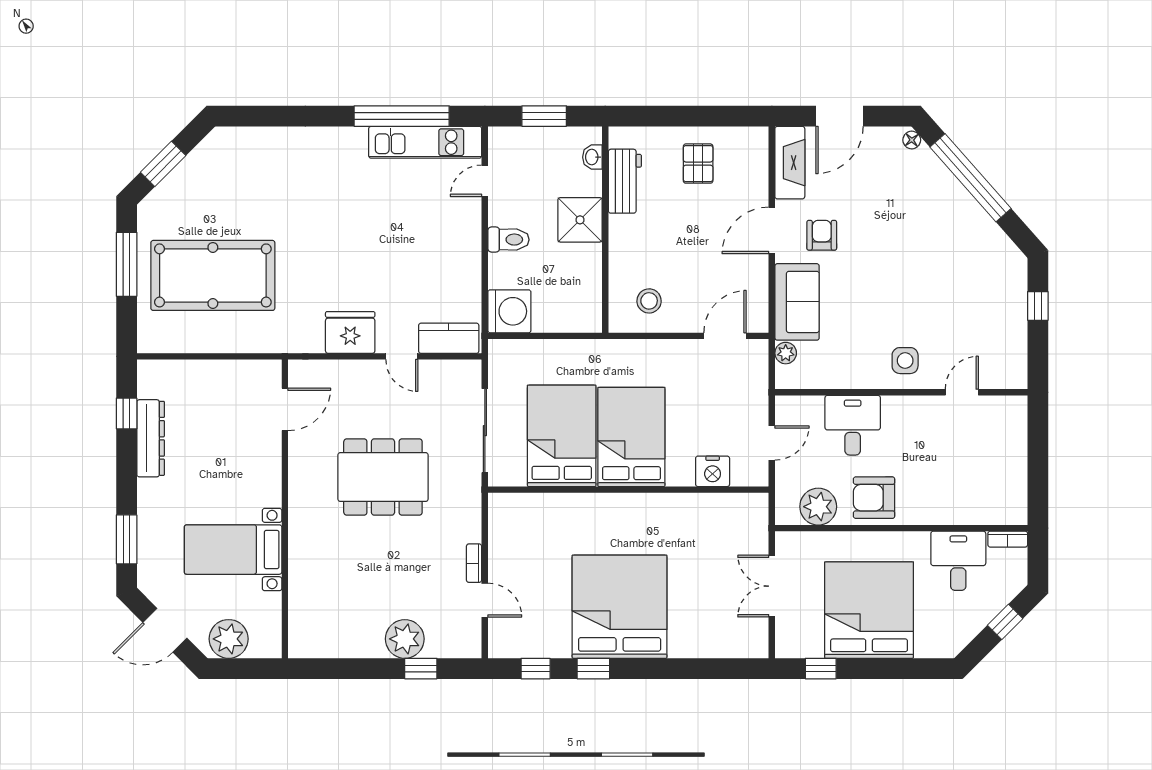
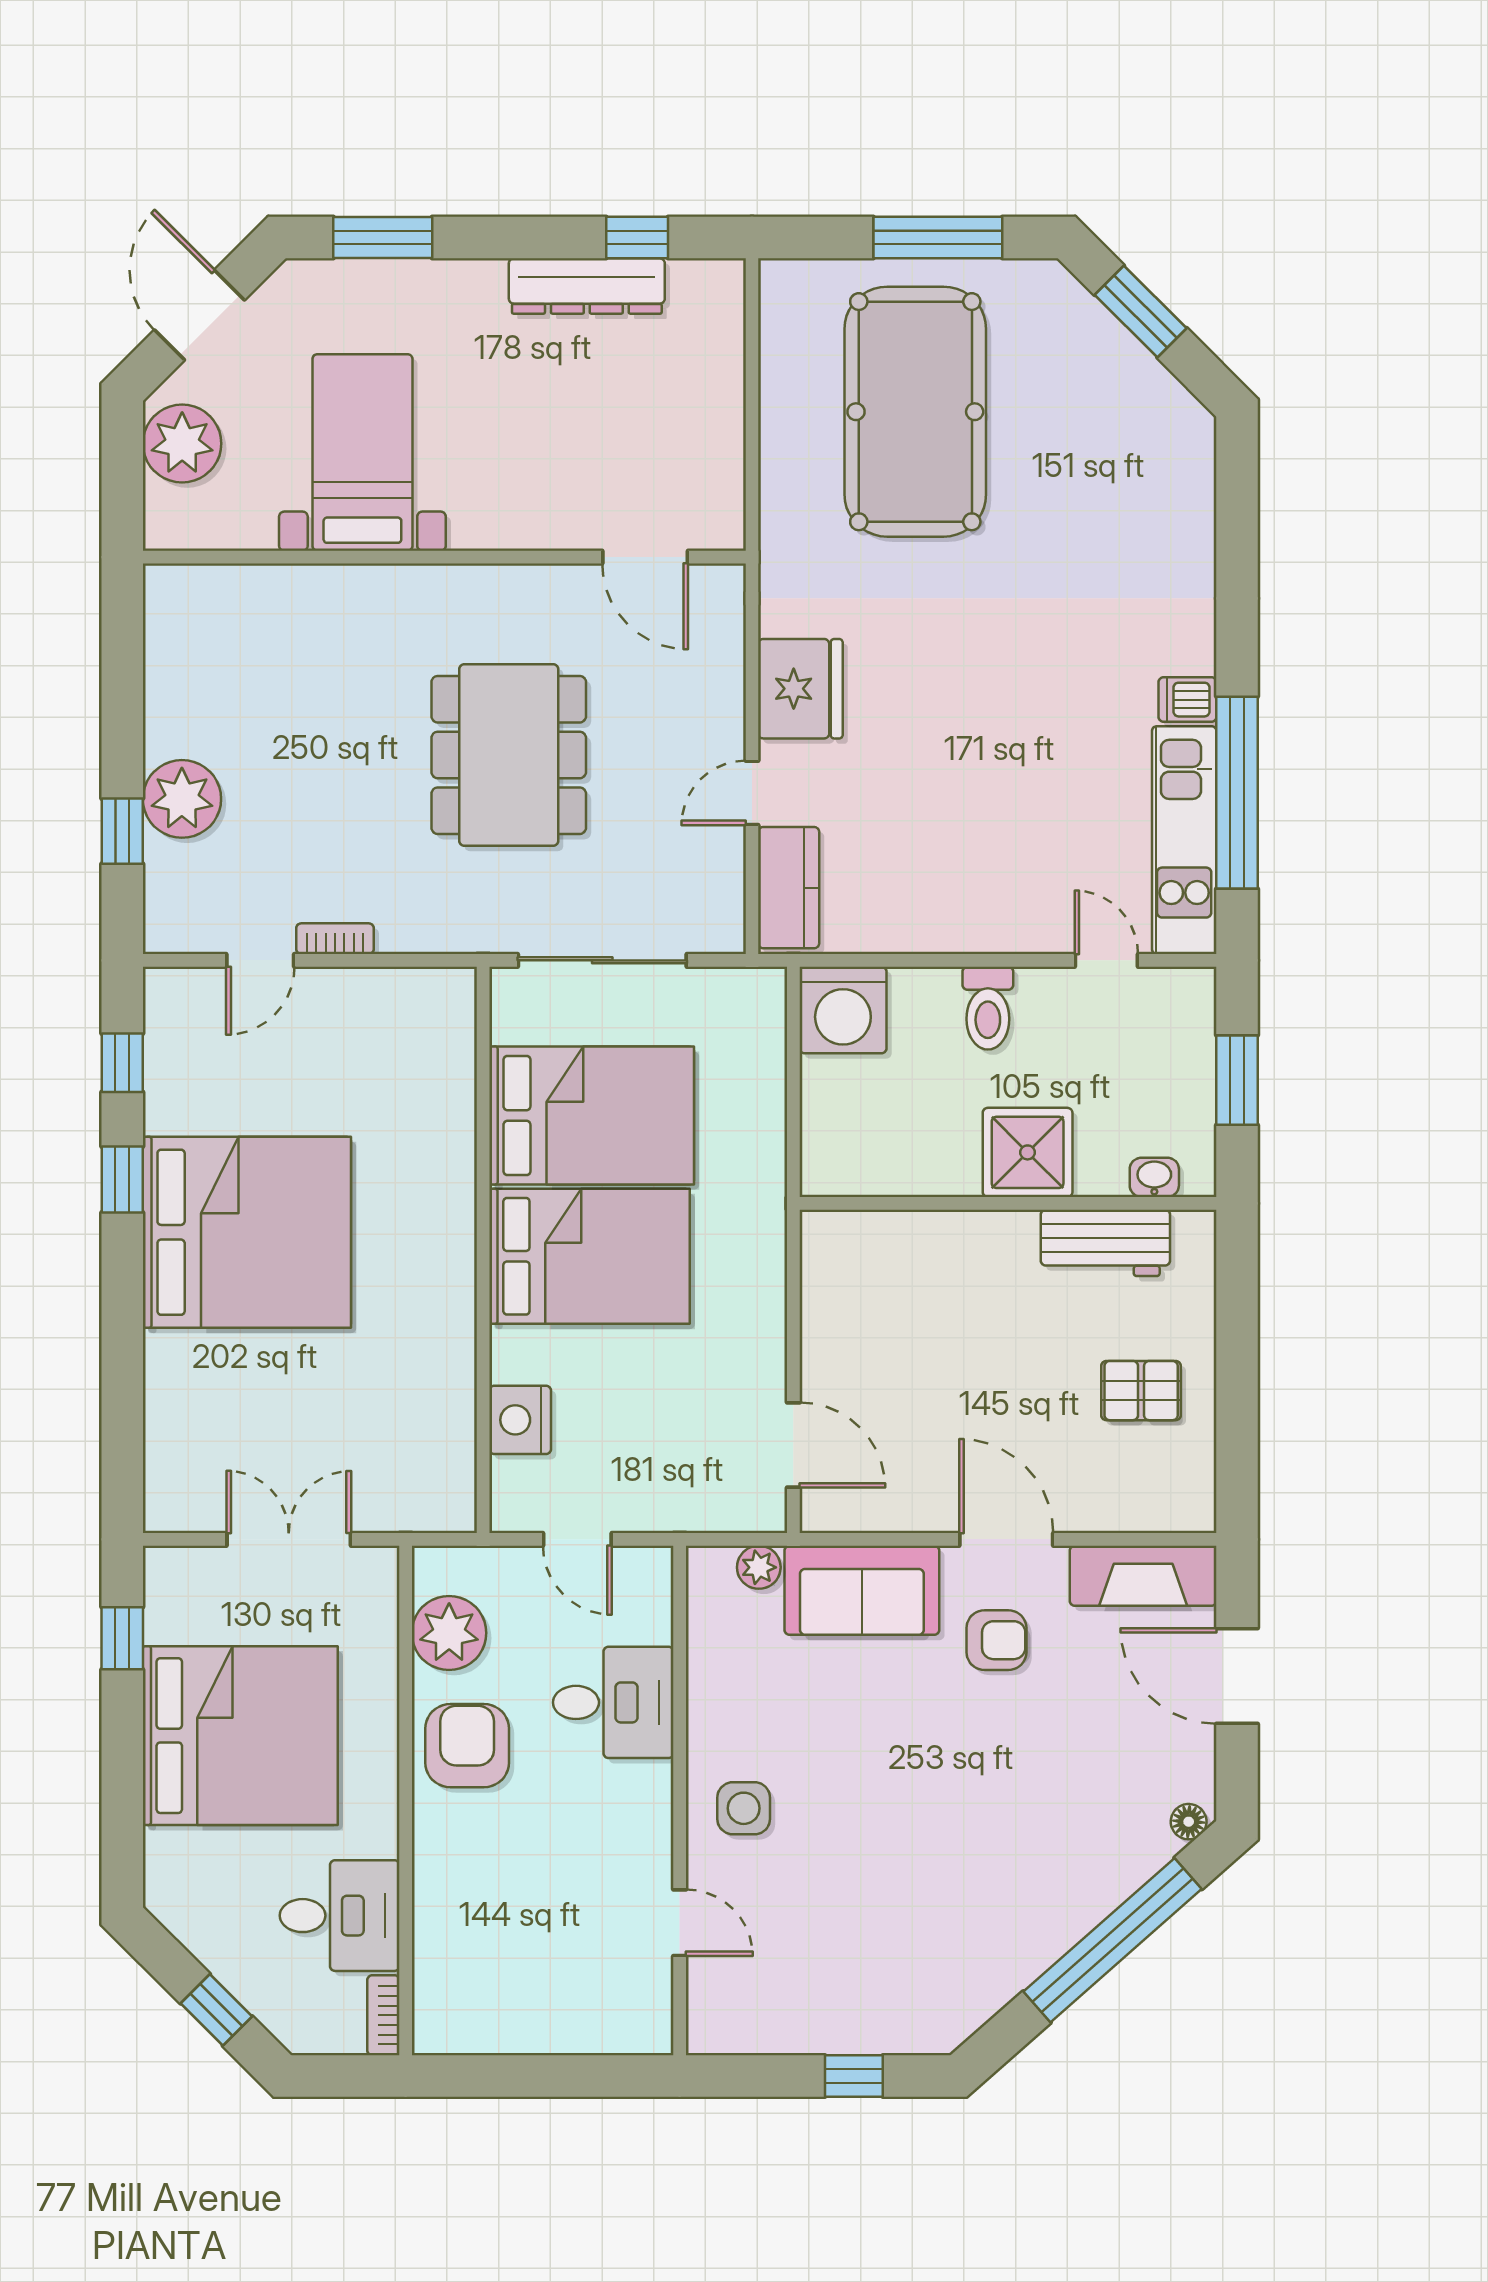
dishwasher: (356, 141) -> (1187, 700), added
stool: (649, 301) -> (864, 1292), removed

